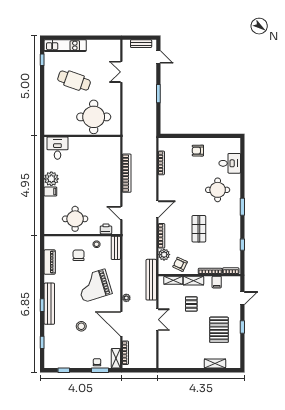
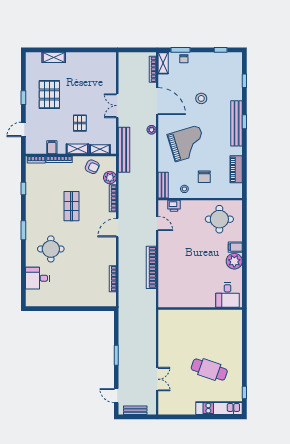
round table: (94, 117) -> (188, 329), removed
armchair: (198, 151) -> (73, 292), removed
round table: (75, 219) -> (219, 219), moved

